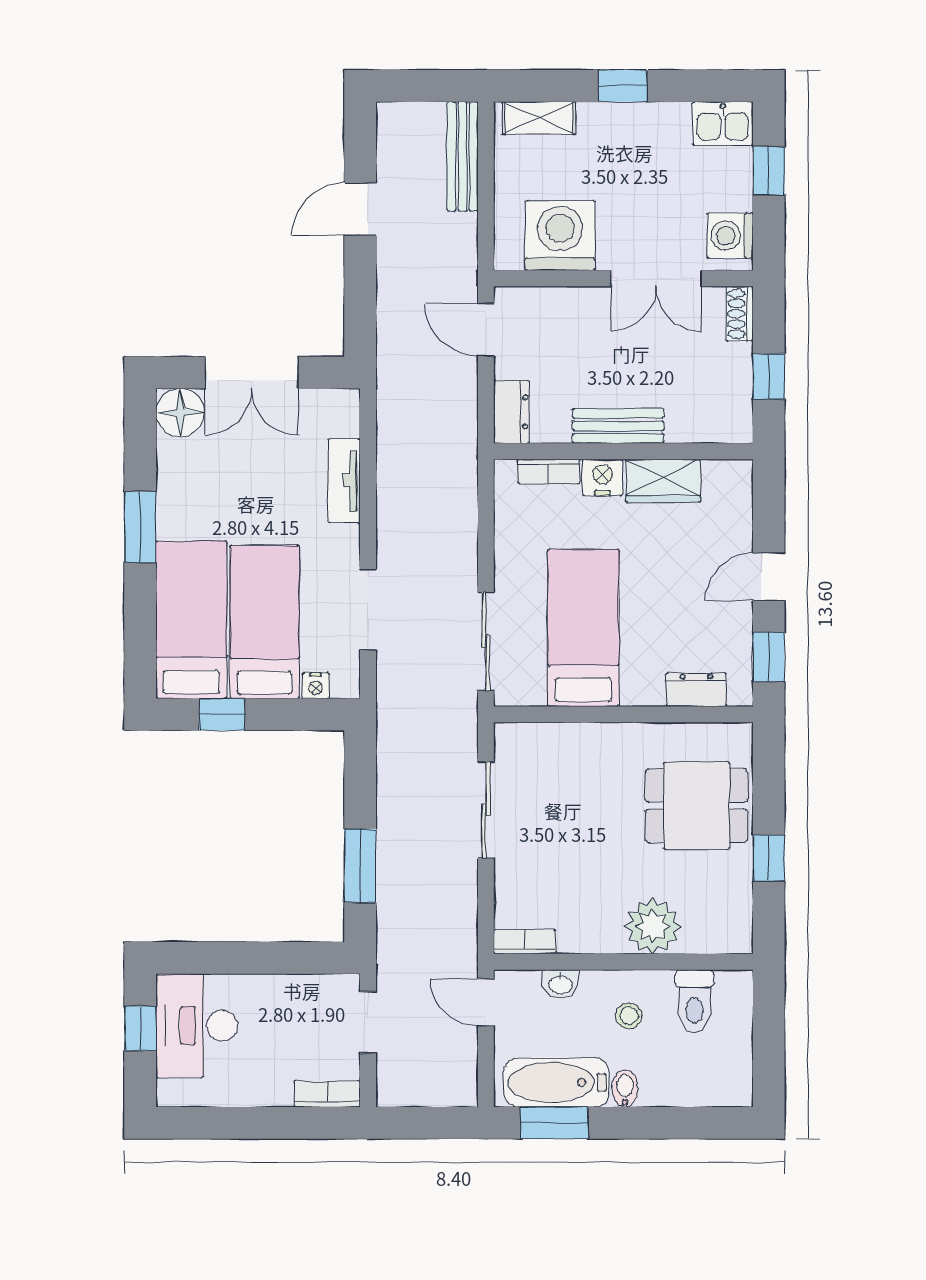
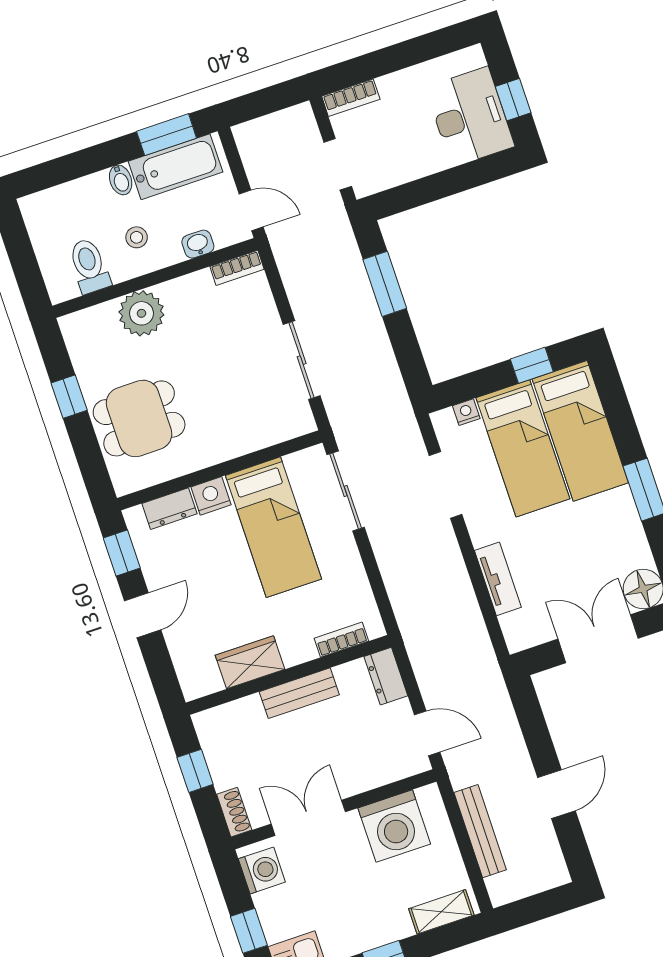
bench: (463, 156) -> (480, 831), moved
nightstand: (602, 477) -> (211, 496), moved, turned 180

